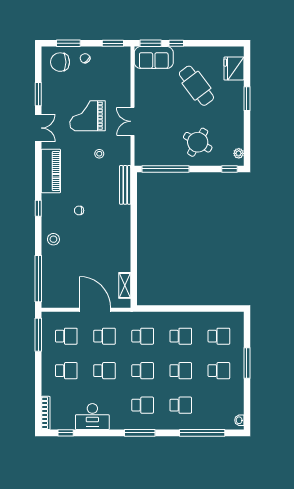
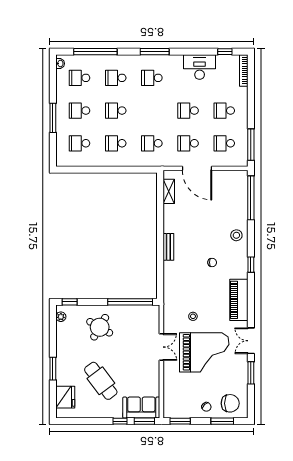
grand piano: (87, 116) -> (204, 352), width x1.37, depth x1.48
bench: (125, 185) -> (168, 247), moved, width x0.73
school desk: (143, 371) -> (80, 78), moved

